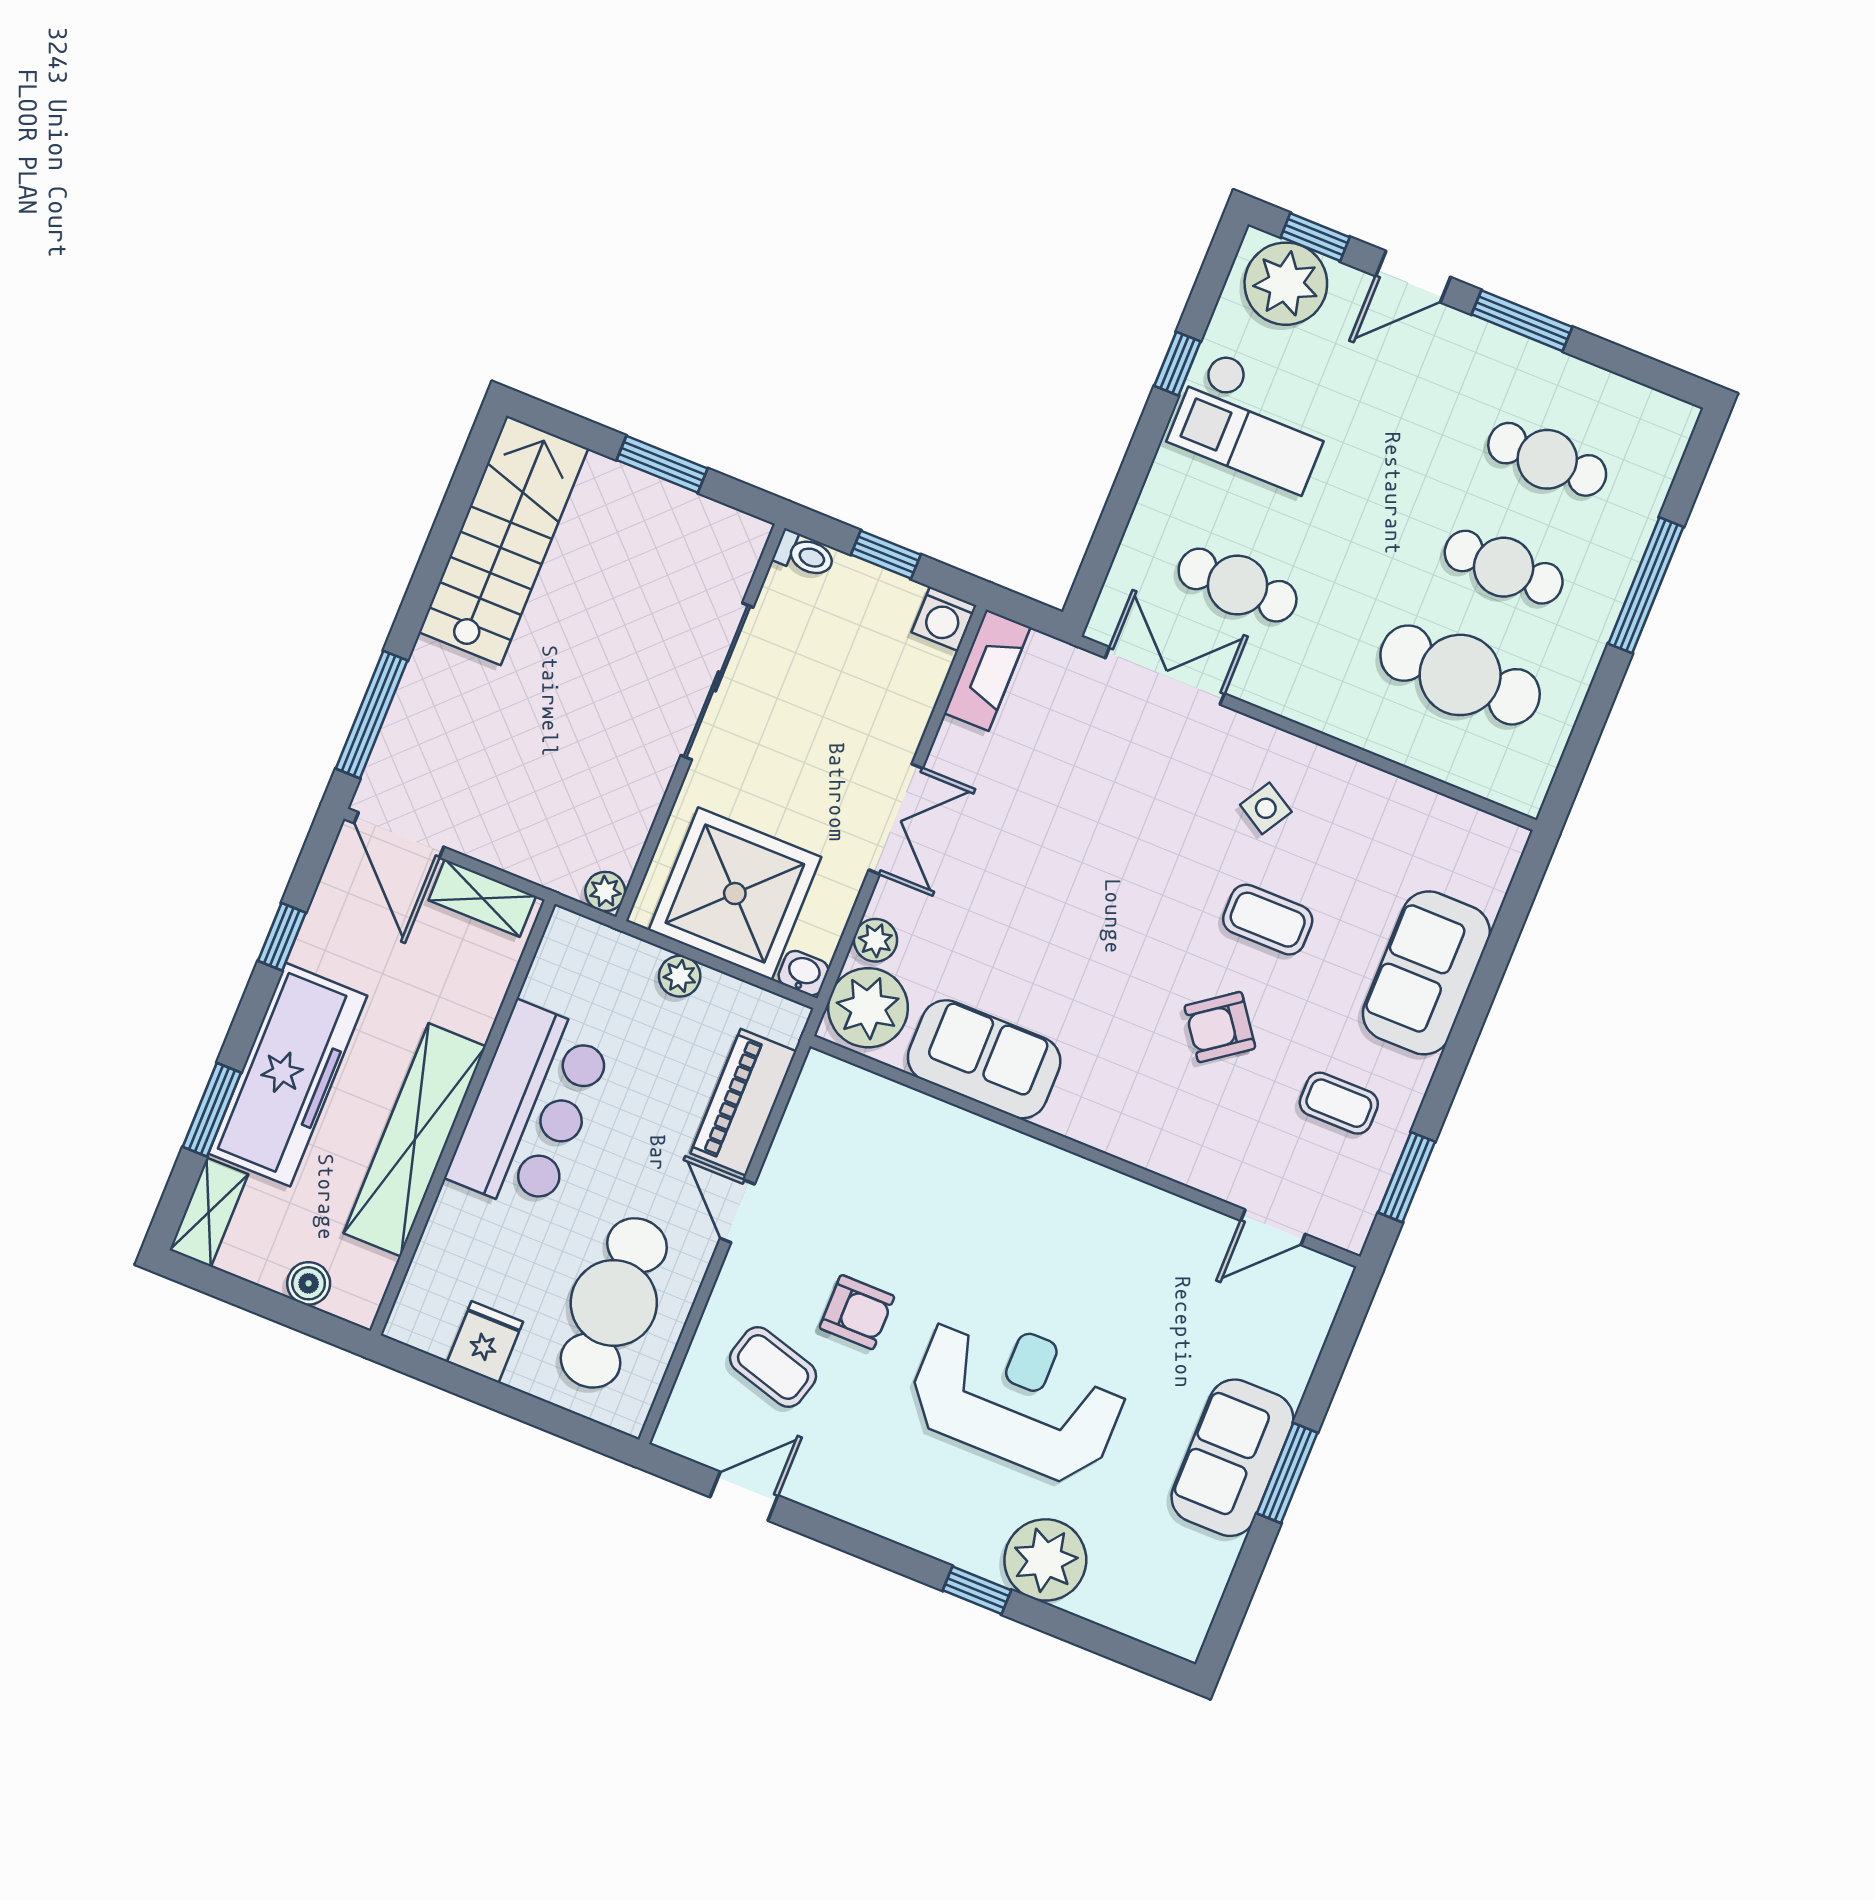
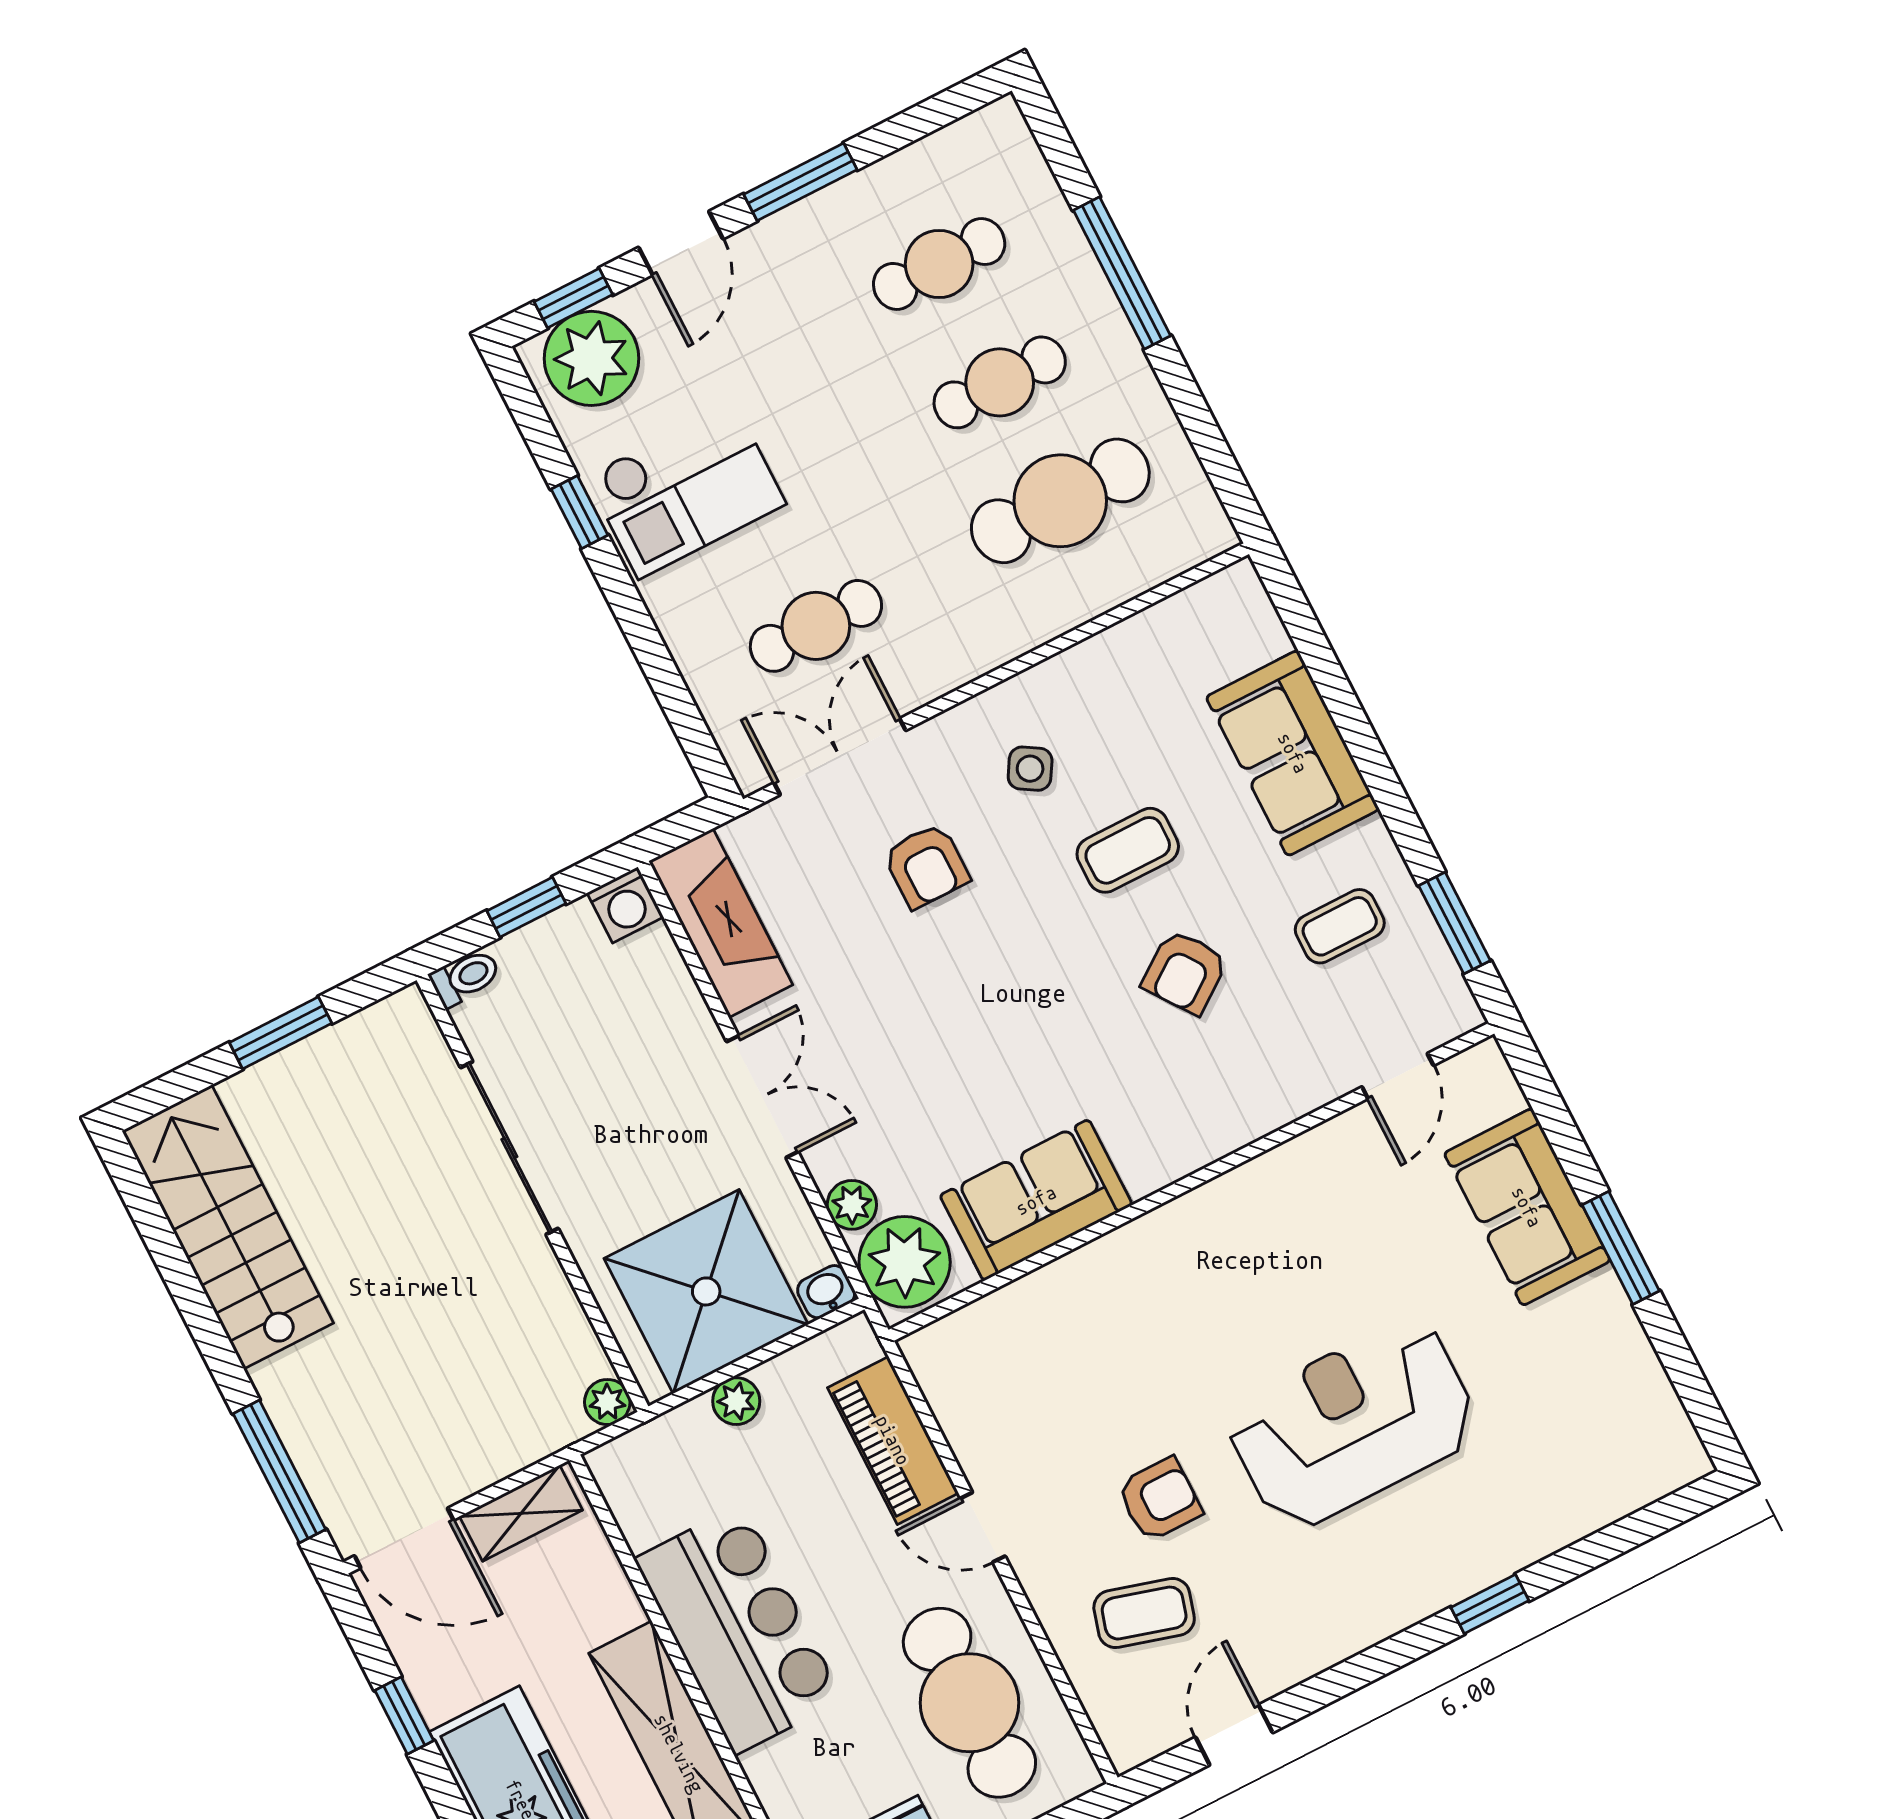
fireplace: (987, 670) -> (721, 923), width x1.37, depth x1.32
armchair: (1142, 795) -> (926, 866), added
sofa: (1232, 1458) -> (1527, 1207), moved
plant: (1045, 1560) -> (1515, 1522), removed

